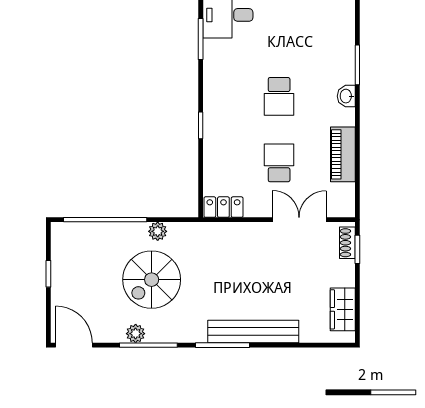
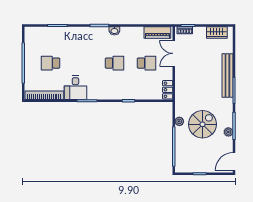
piano: (343, 154) -> (157, 32), moved
school desk: (279, 163) -> (147, 63), turned 180
spiral stairs: (152, 280) -> (203, 124), turned -90

